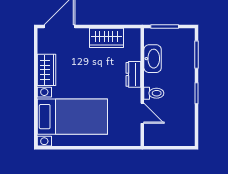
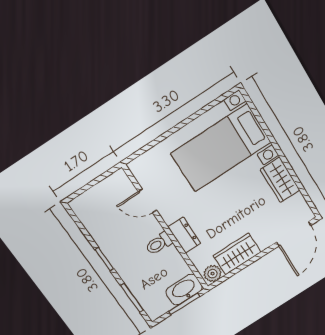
plant: (132, 35) -> (213, 274), added
washbasin: (153, 59) -> (184, 290), moved, turned 90
toilet: (154, 93) -> (159, 244), moved

